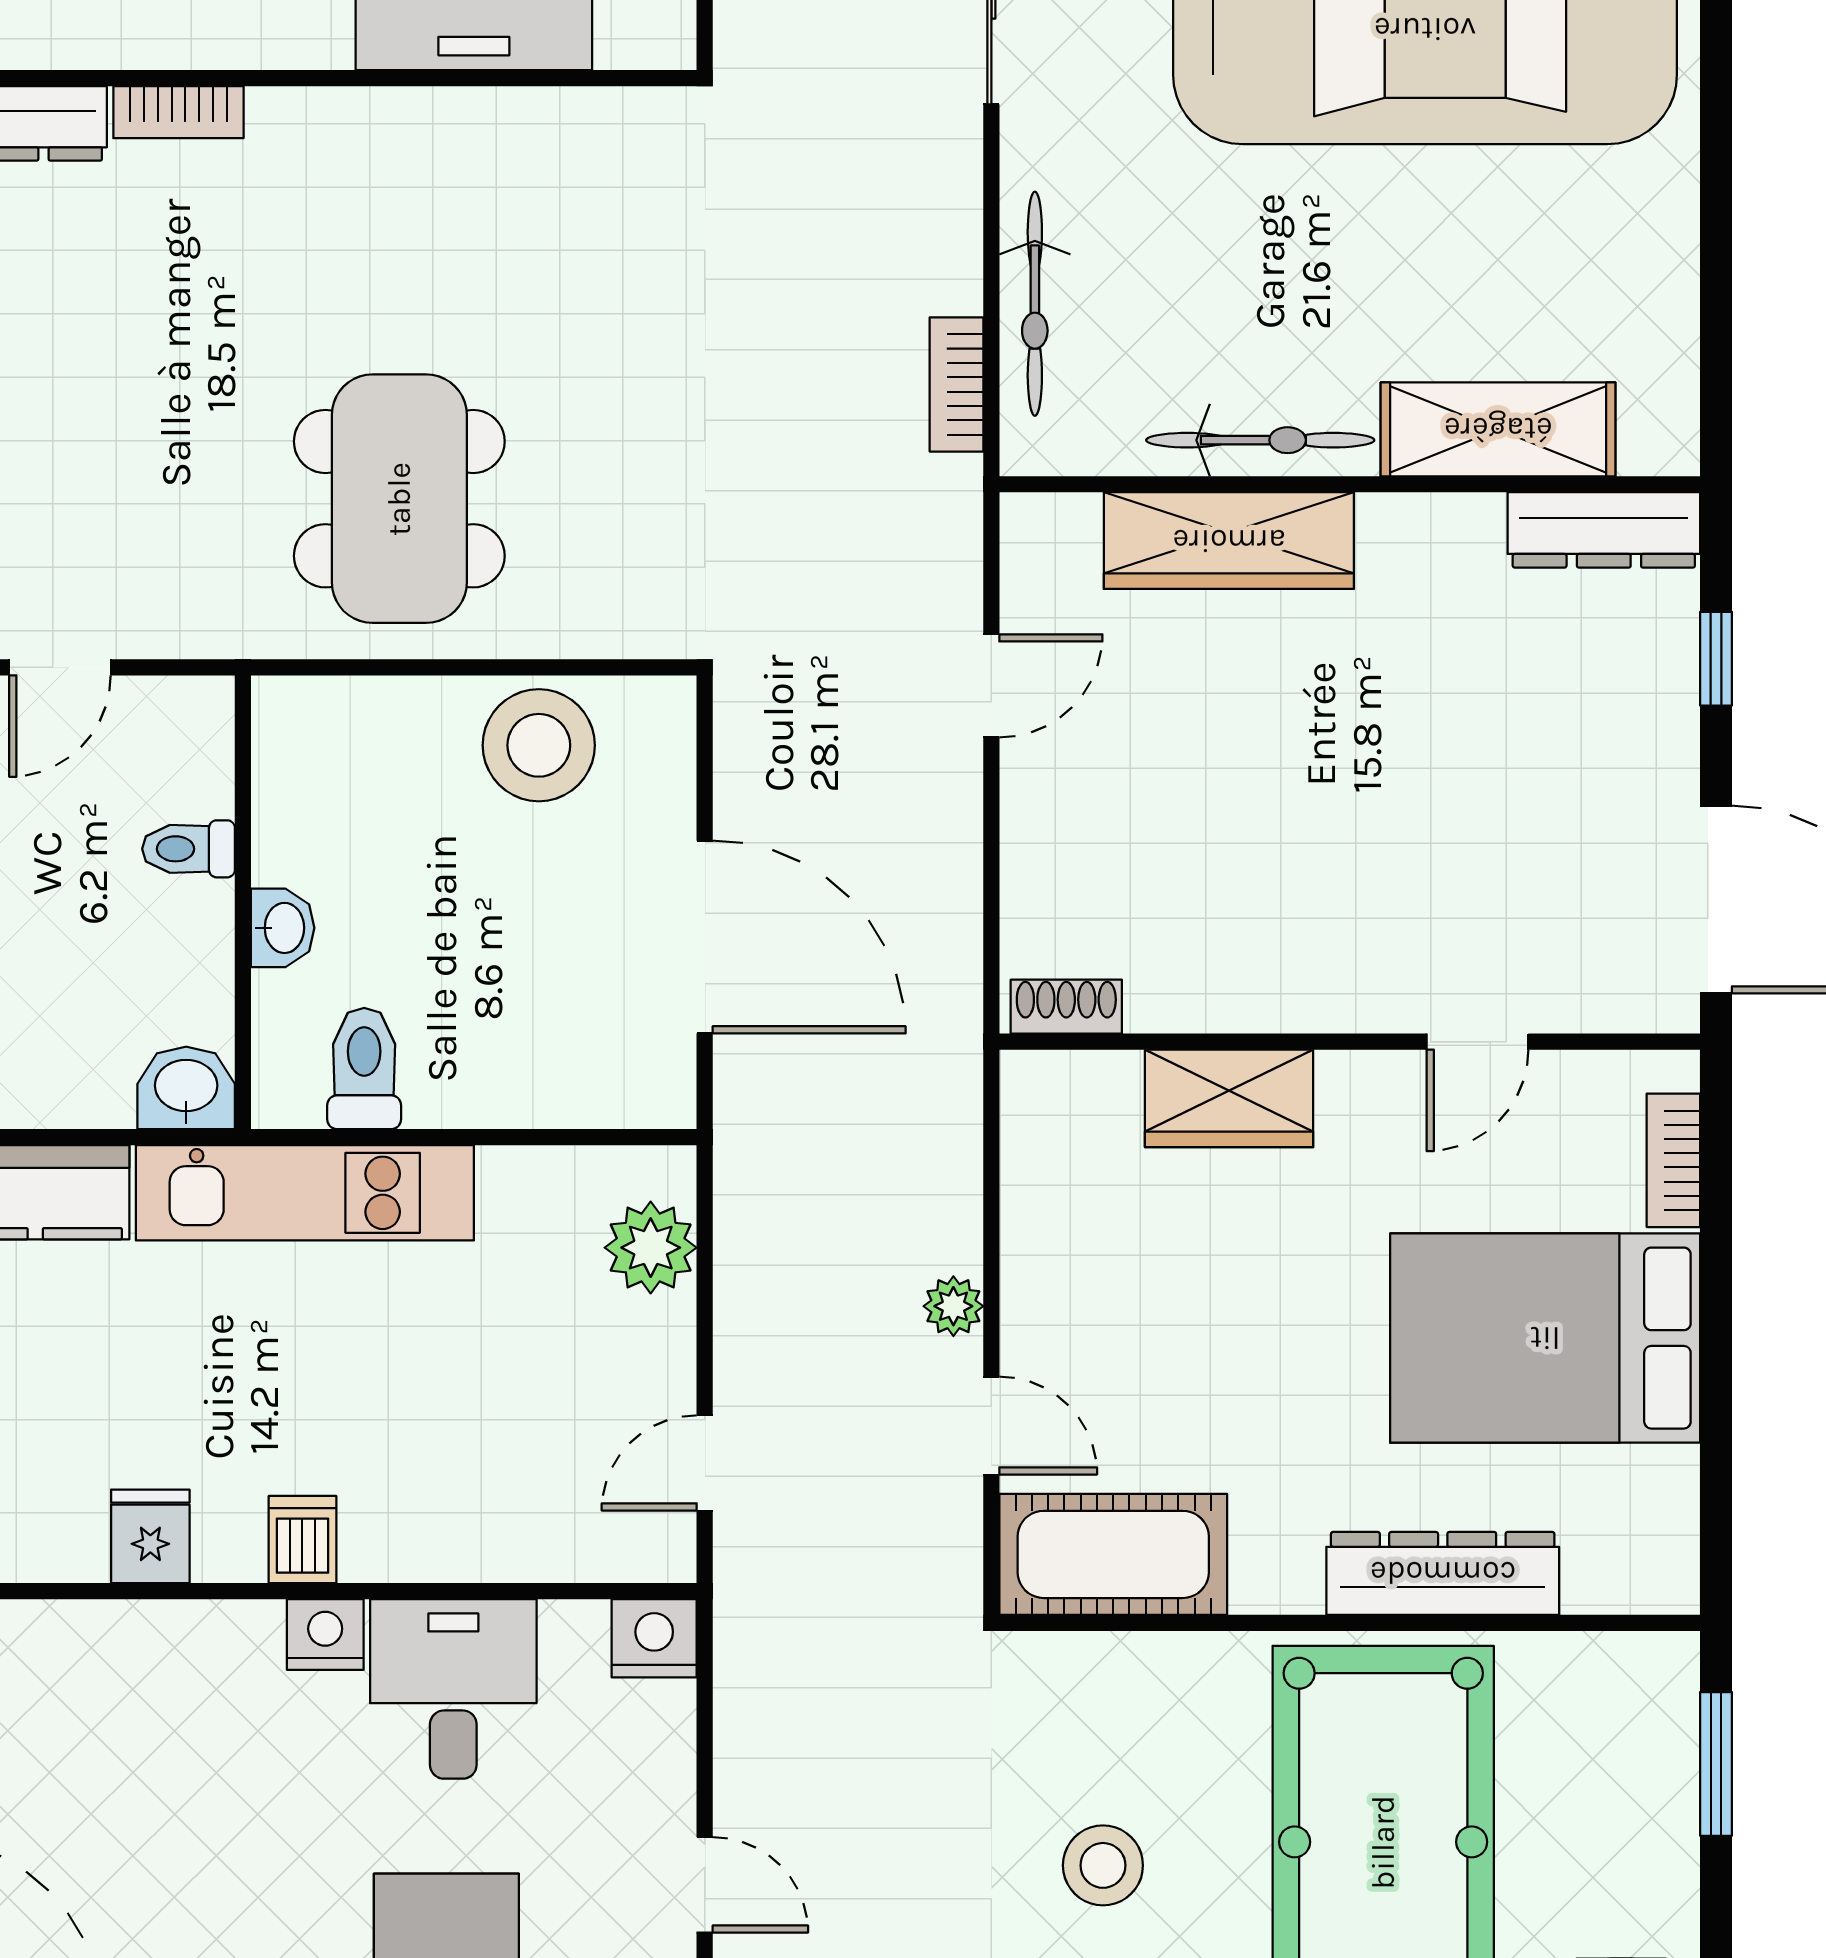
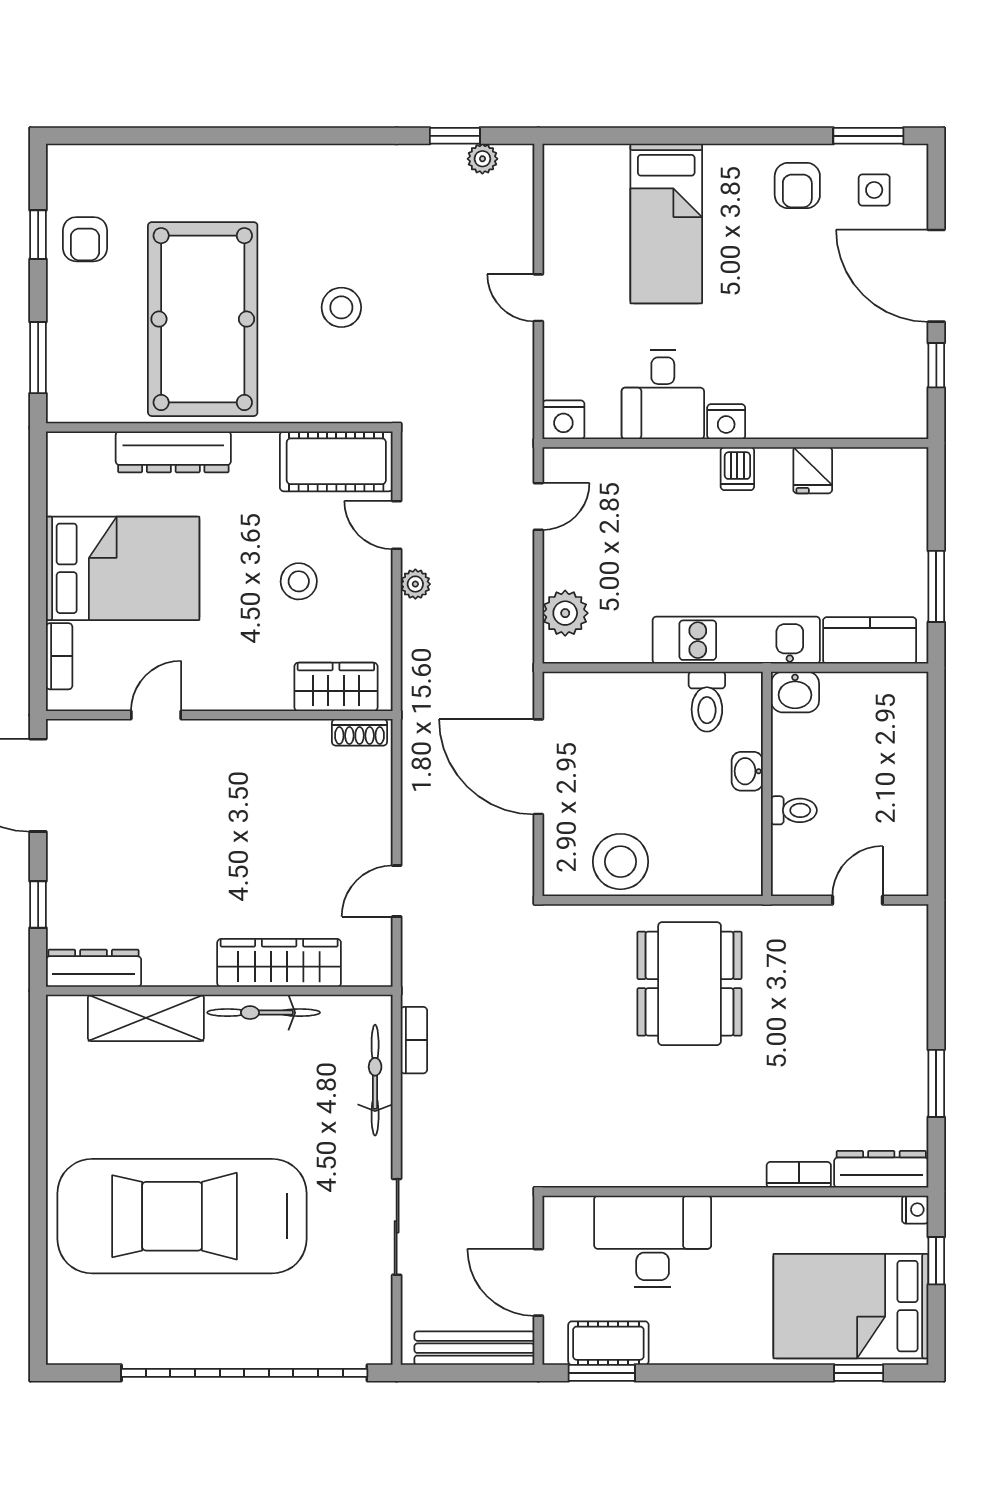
wardrobe: (1229, 1098) -> (336, 687), moved
stool: (1189, 1312) -> (299, 581), added

